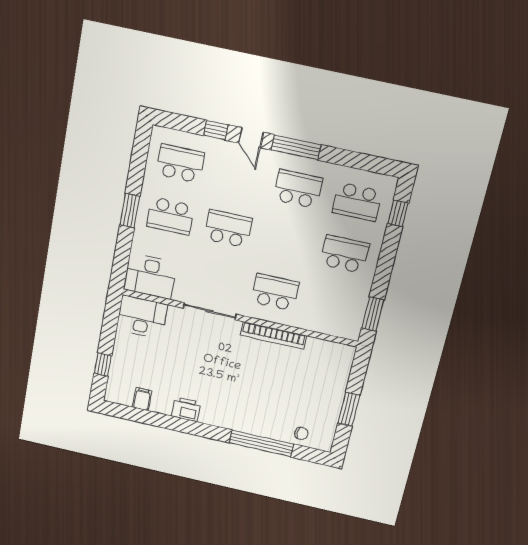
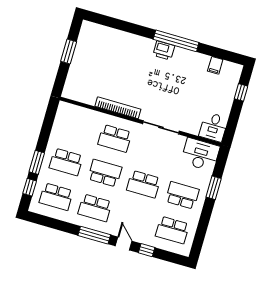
school desk: (357, 202) -> (56, 197), turned 180
window: (130, 211) -> (214, 188), moved
school desk: (286, 241) -> (105, 173), added
window: (373, 314) -> (37, 162), moved
desk: (142, 317) -> (213, 127), width x0.73
printer: (186, 409) -> (164, 50), moved
chair: (301, 433) -> (103, 35), removed
window: (261, 443) -> (176, 41), moved

